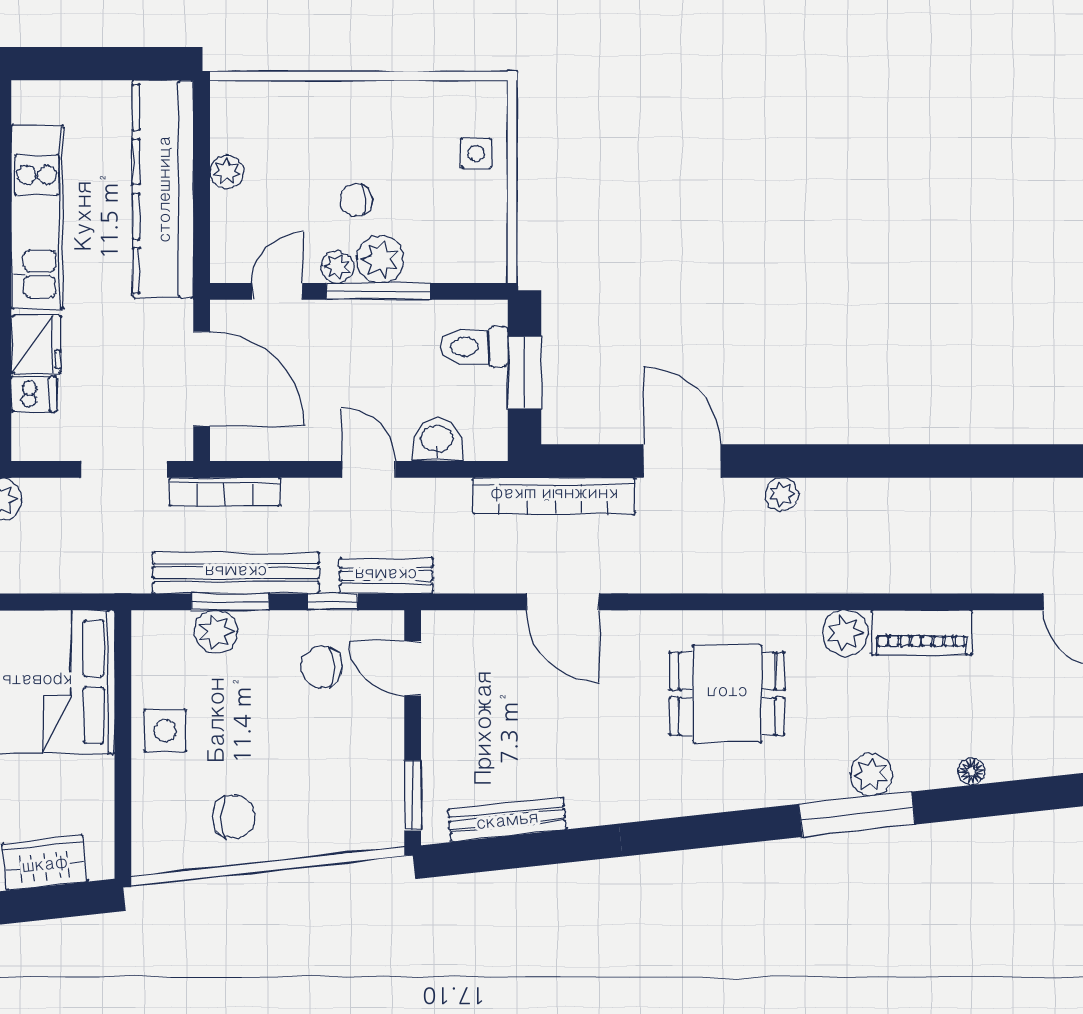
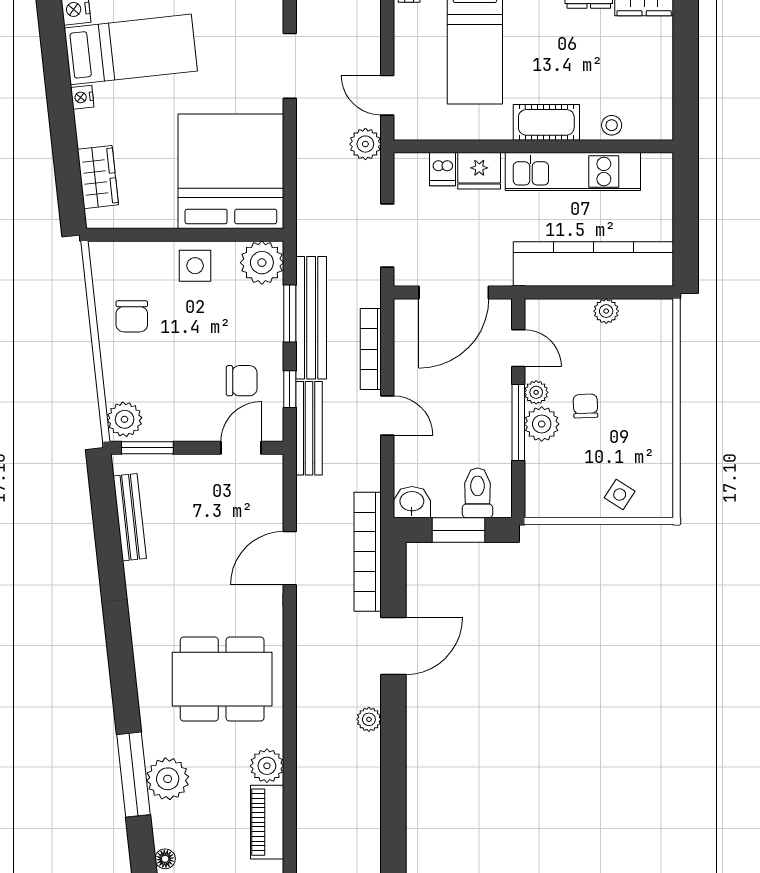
side table: (476, 153) -> (620, 495), turned 33
washbasin: (437, 440) -> (412, 502), moved, turned -90
door: (369, 469) -> (387, 415), hinge flipped
bookcase: (225, 492) -> (371, 349), moved
bench: (386, 576) -> (309, 428), width x1.36
plant: (216, 632) -> (262, 263), moved, width x1.36, depth x1.36
chair: (321, 667) -> (242, 381), turned 90
dining table: (727, 694) -> (222, 679), width x1.37
plant: (871, 775) -> (168, 779), width x1.36, depth x1.36
plant: (374, 827) -> (125, 419), added

